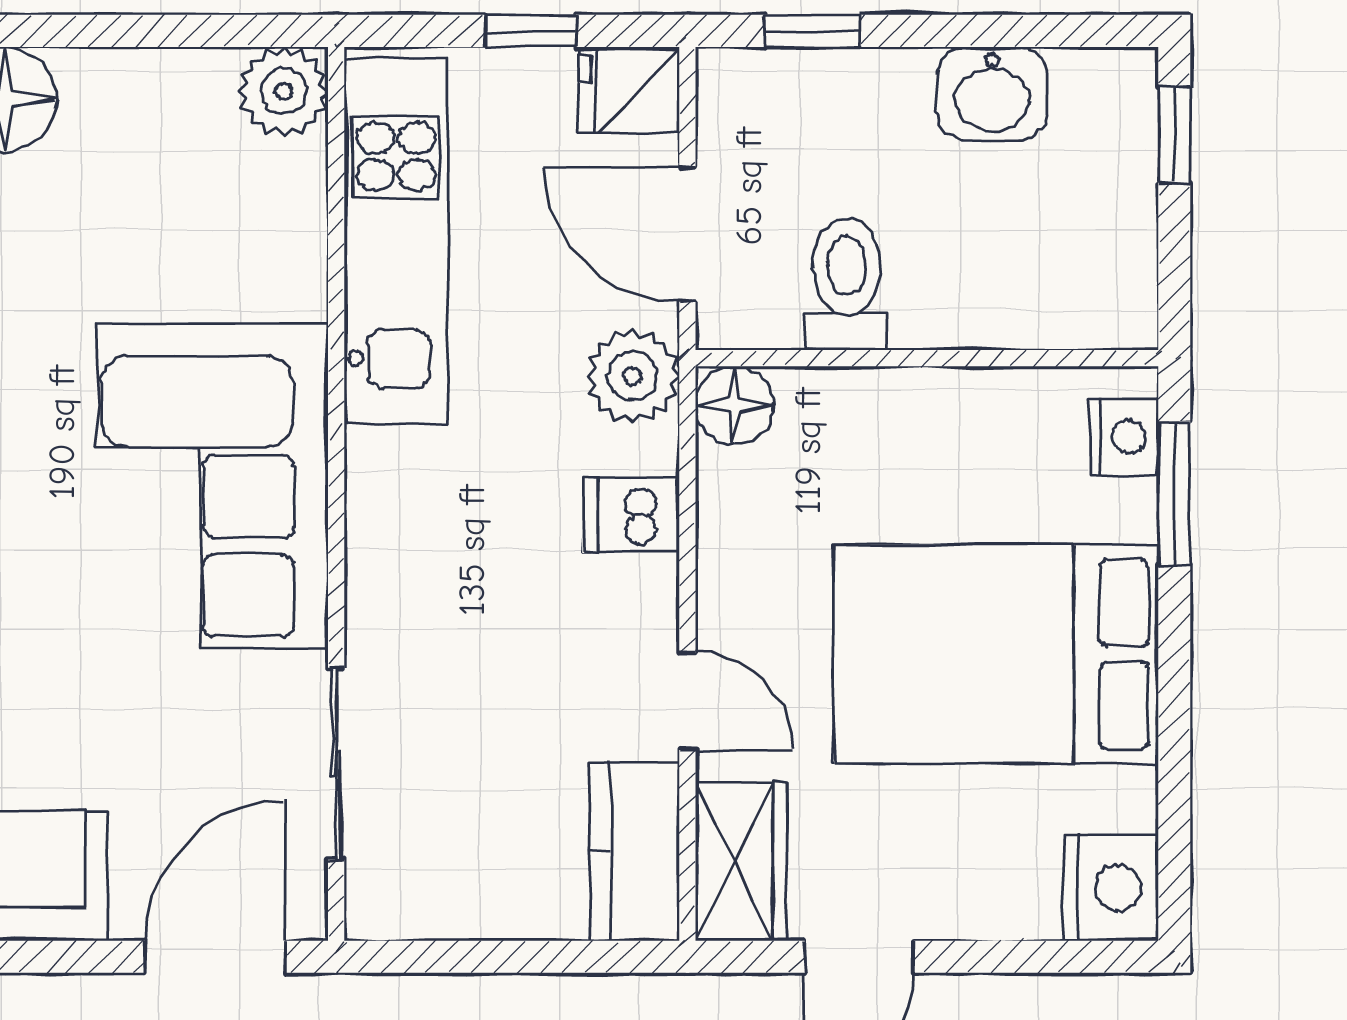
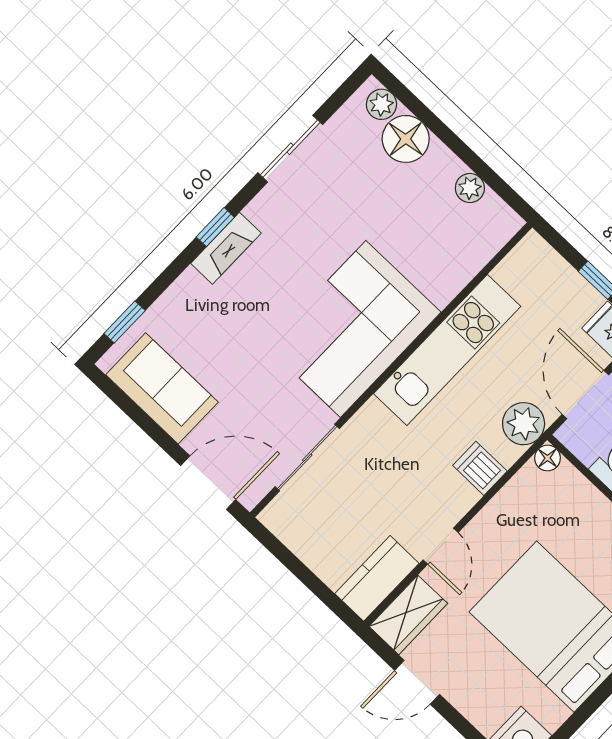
plant: (284, 91) -> (470, 188), moved, width x0.73, depth x0.73
kitchen unit: (396, 241) -> (447, 350), moved
floor lamp: (735, 405) -> (547, 458), width x0.73, depth x0.73

